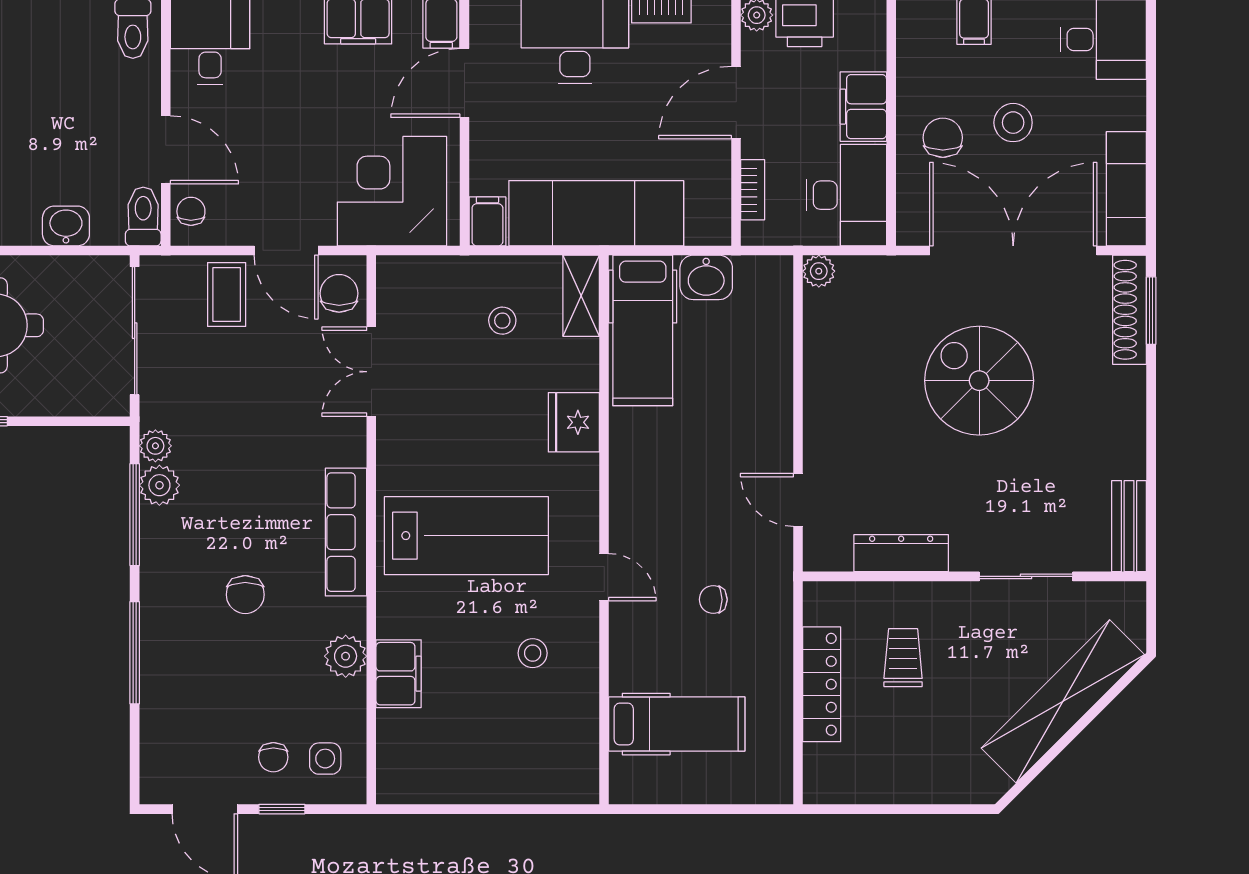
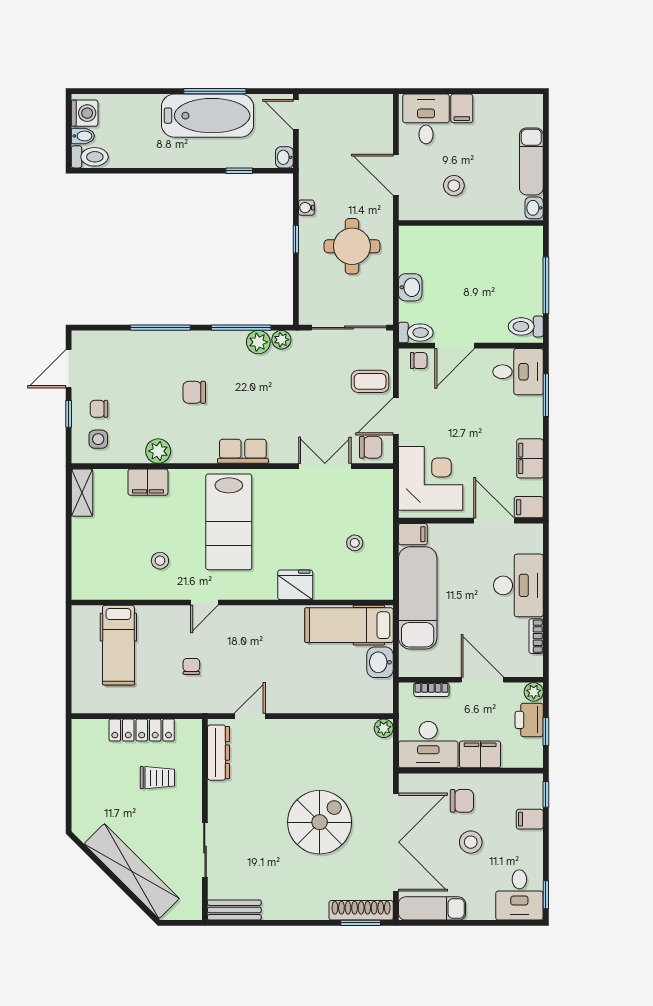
shelving: (581, 296) -> (82, 493), moved, turned 90
row of seats: (346, 532) -> (243, 451), width x0.68
dresser: (901, 553) -> (219, 753), moved

